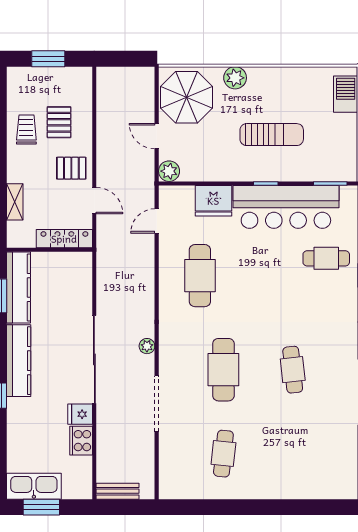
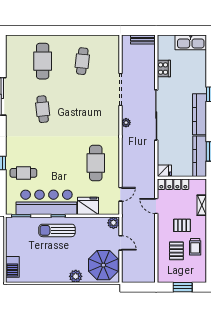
sun lounger: (272, 135) -> (57, 230), moved
pallet: (71, 168) -> (182, 225), moved
cafe table: (223, 370) -> (43, 61), moved
fridge: (80, 414) -> (164, 171), moved
window: (41, 507) -> (187, 30), removed

